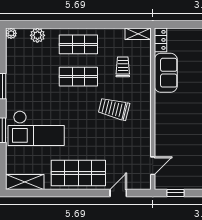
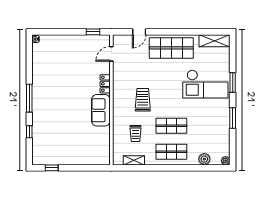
shelving: (138, 34) -> (134, 160), moved
locker: (160, 40) -> (105, 84), moved
sofa: (166, 73) -> (101, 110), moved
trolley: (114, 109) -> (143, 100), turned -104
checkout: (36, 128) -> (205, 84), turned 180

